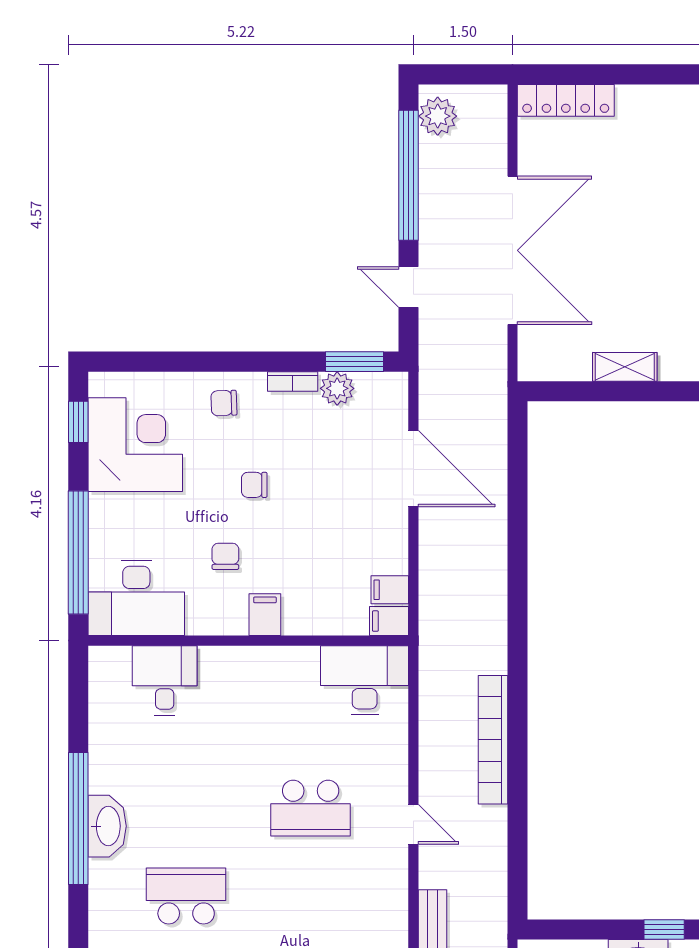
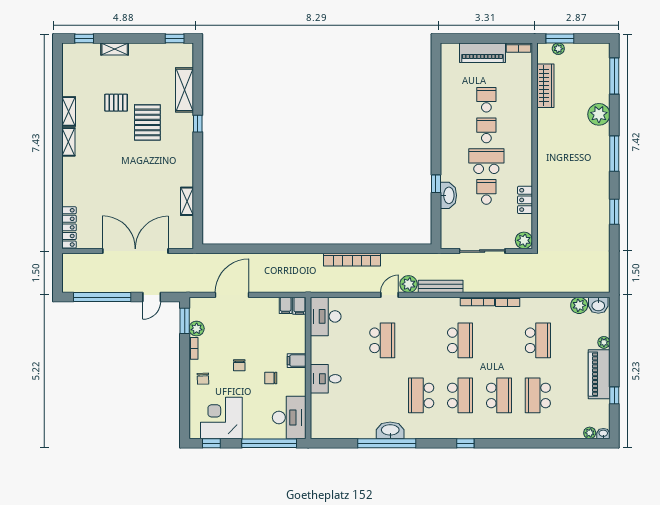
plant: (438, 116) -> (409, 284), moved
desk: (165, 680) -> (326, 379), moved

